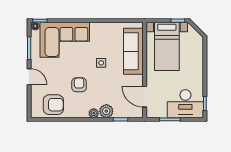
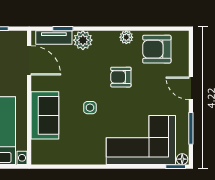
sofa: (133, 51) -> (45, 115), width x0.73
armchair: (79, 85) -> (121, 77), turned 90
plant: (94, 113) -> (126, 37), moved
tv unit: (127, 113) -> (54, 37), added

